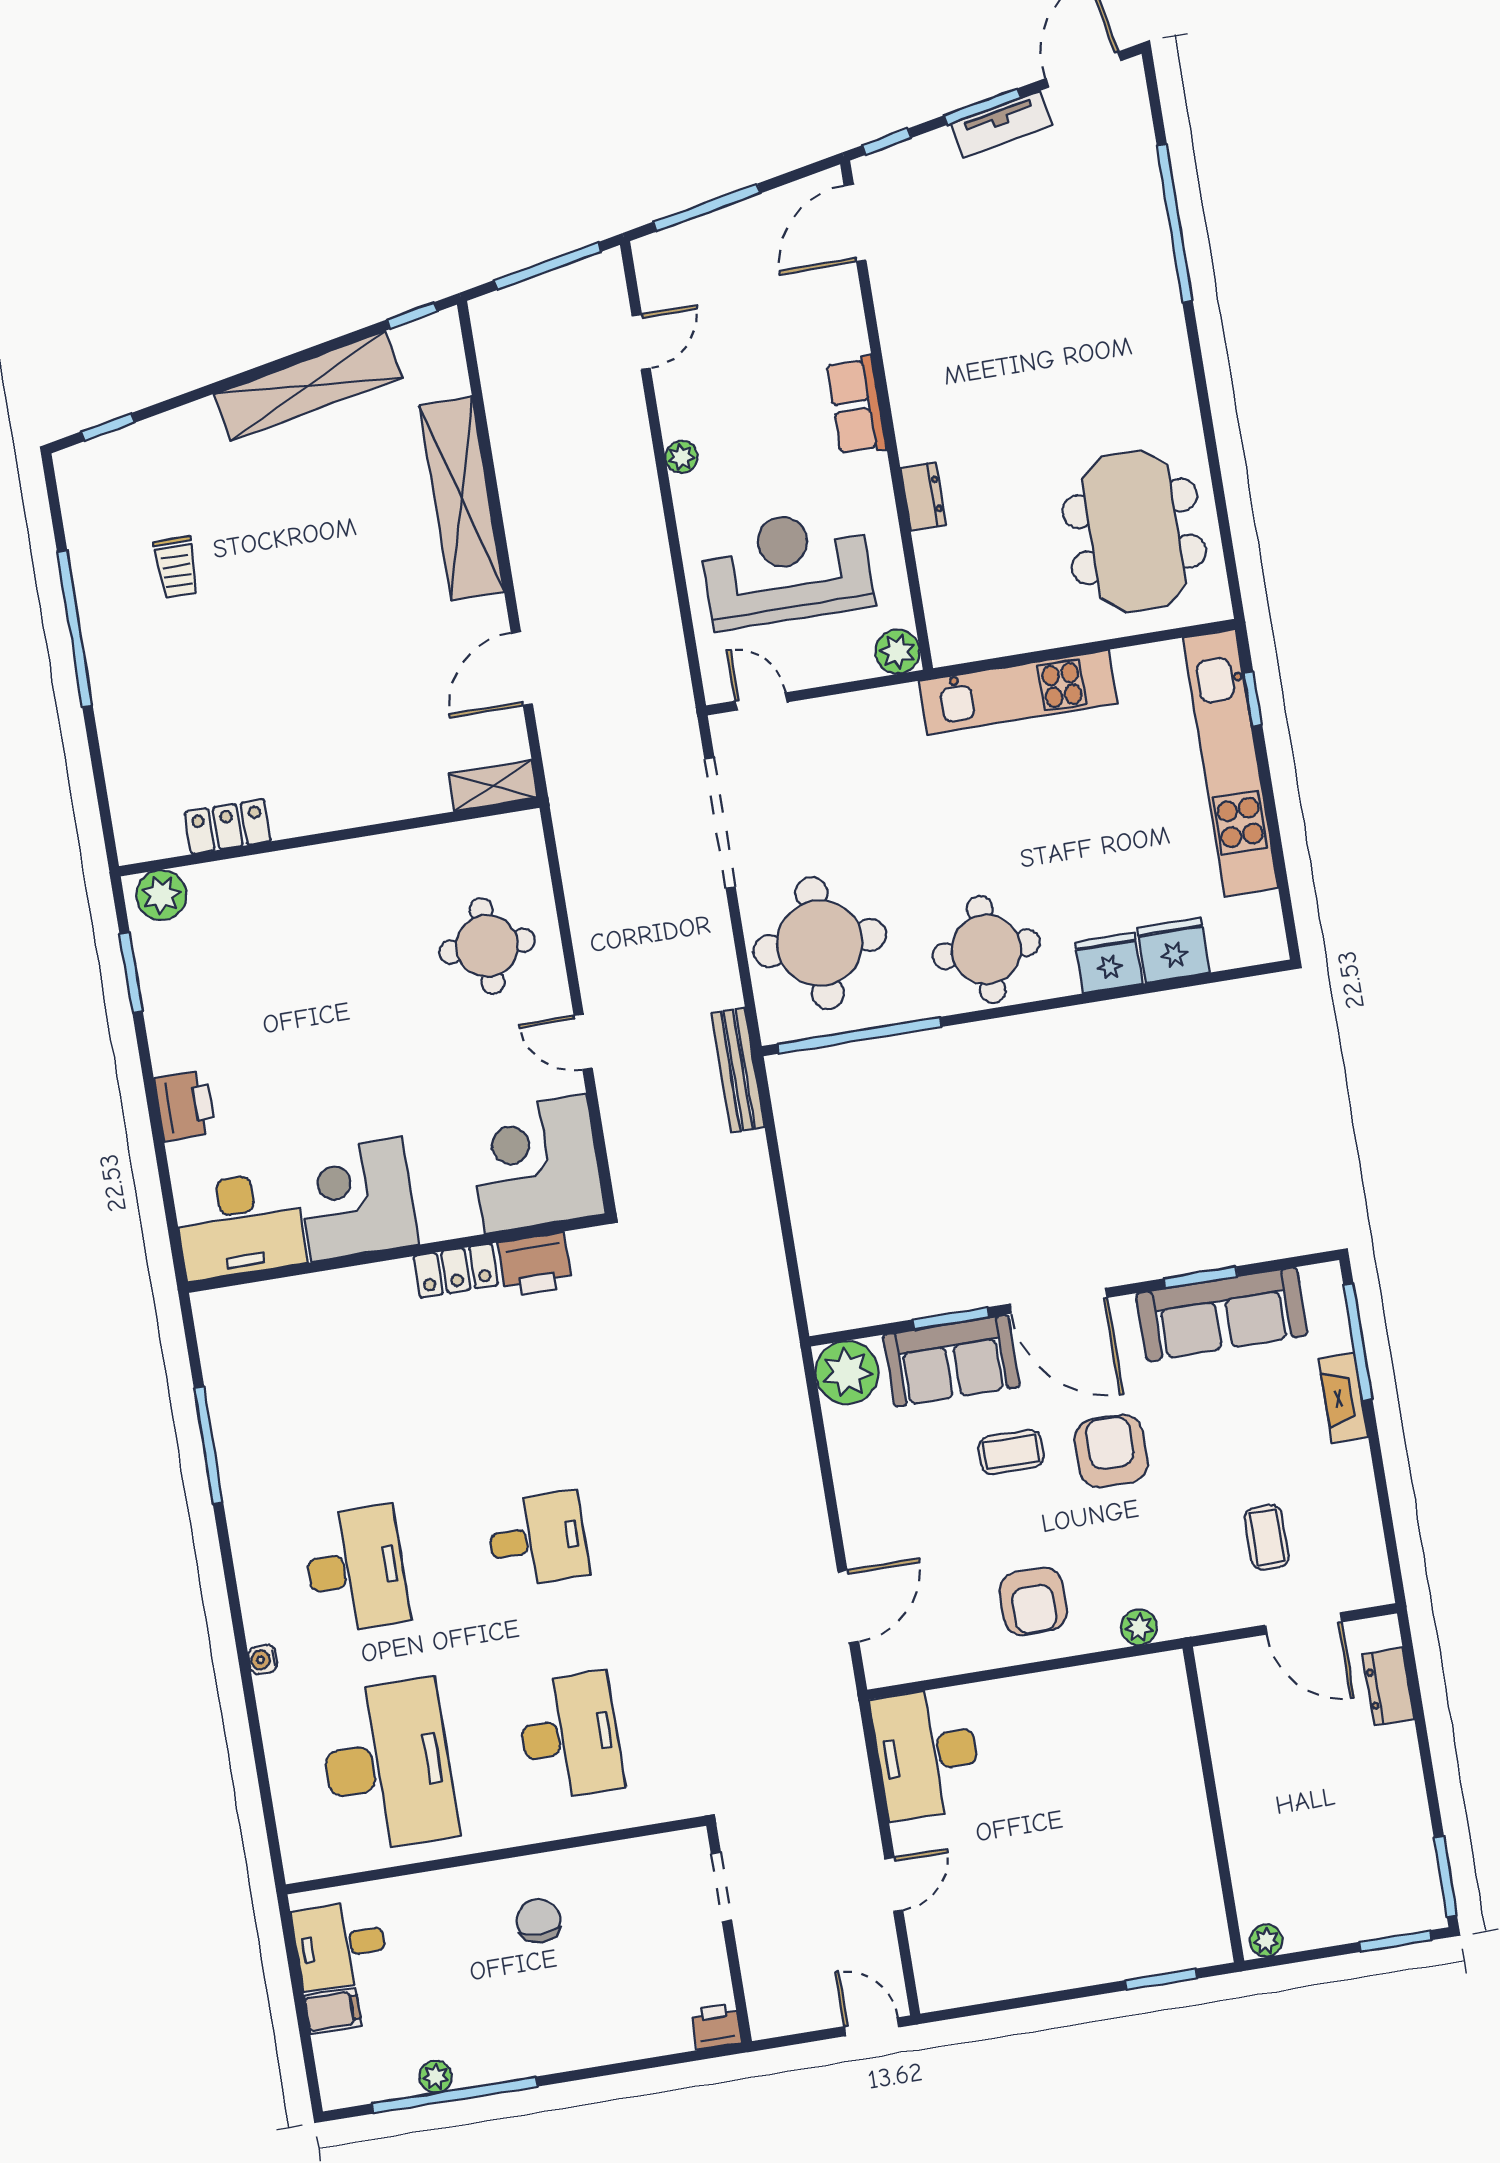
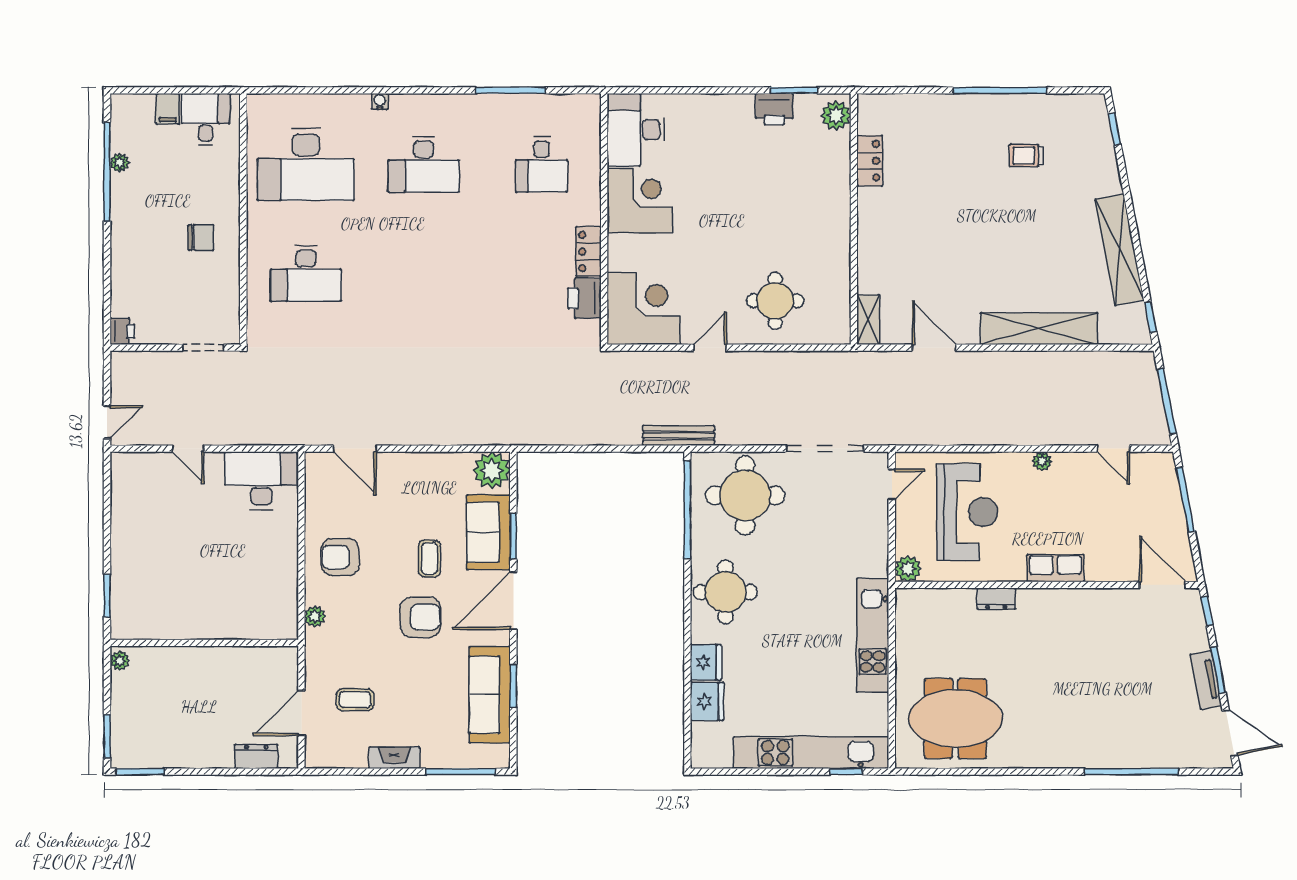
printer: (185, 1105) -> (774, 109), moved
fireplace: (1343, 1398) -> (394, 758), moved
desk: (538, 1539) -> (542, 164), moved

